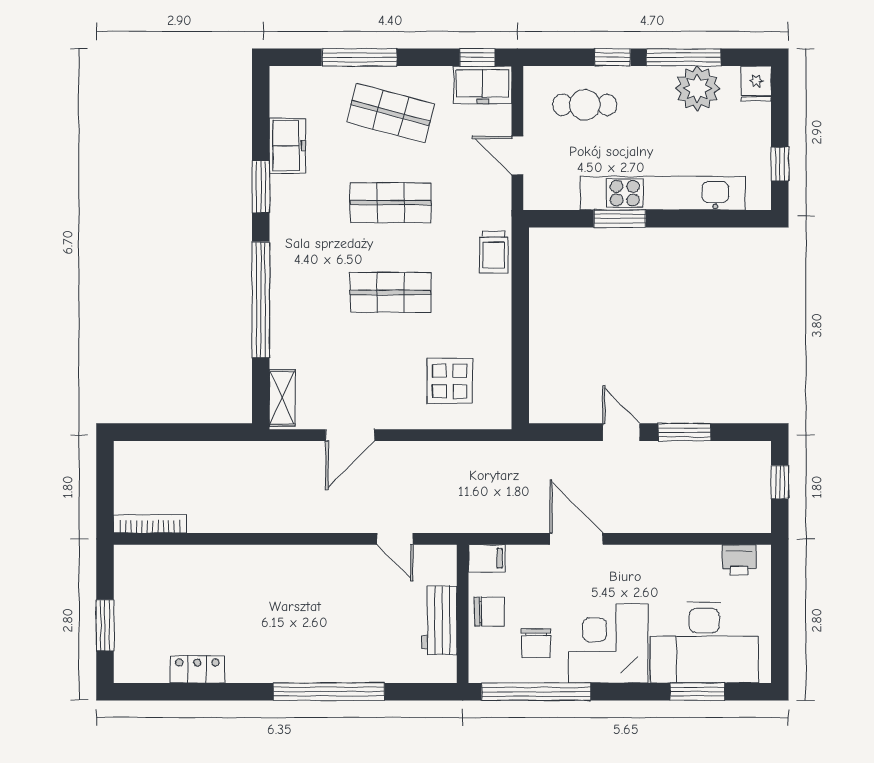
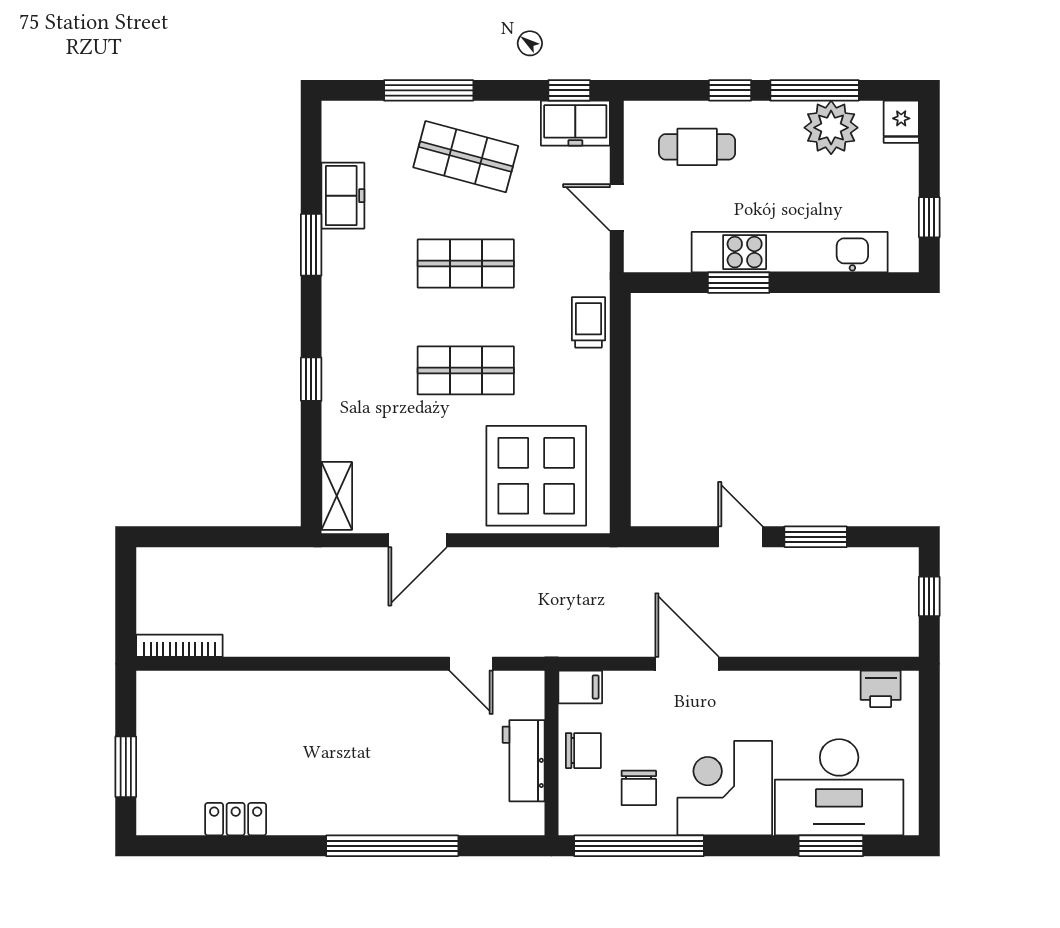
trolley: (494, 252) -> (589, 322), turned 180
window: (261, 300) -> (311, 379), width x0.32
display table: (450, 381) -> (536, 476), width x1.86, depth x1.86

